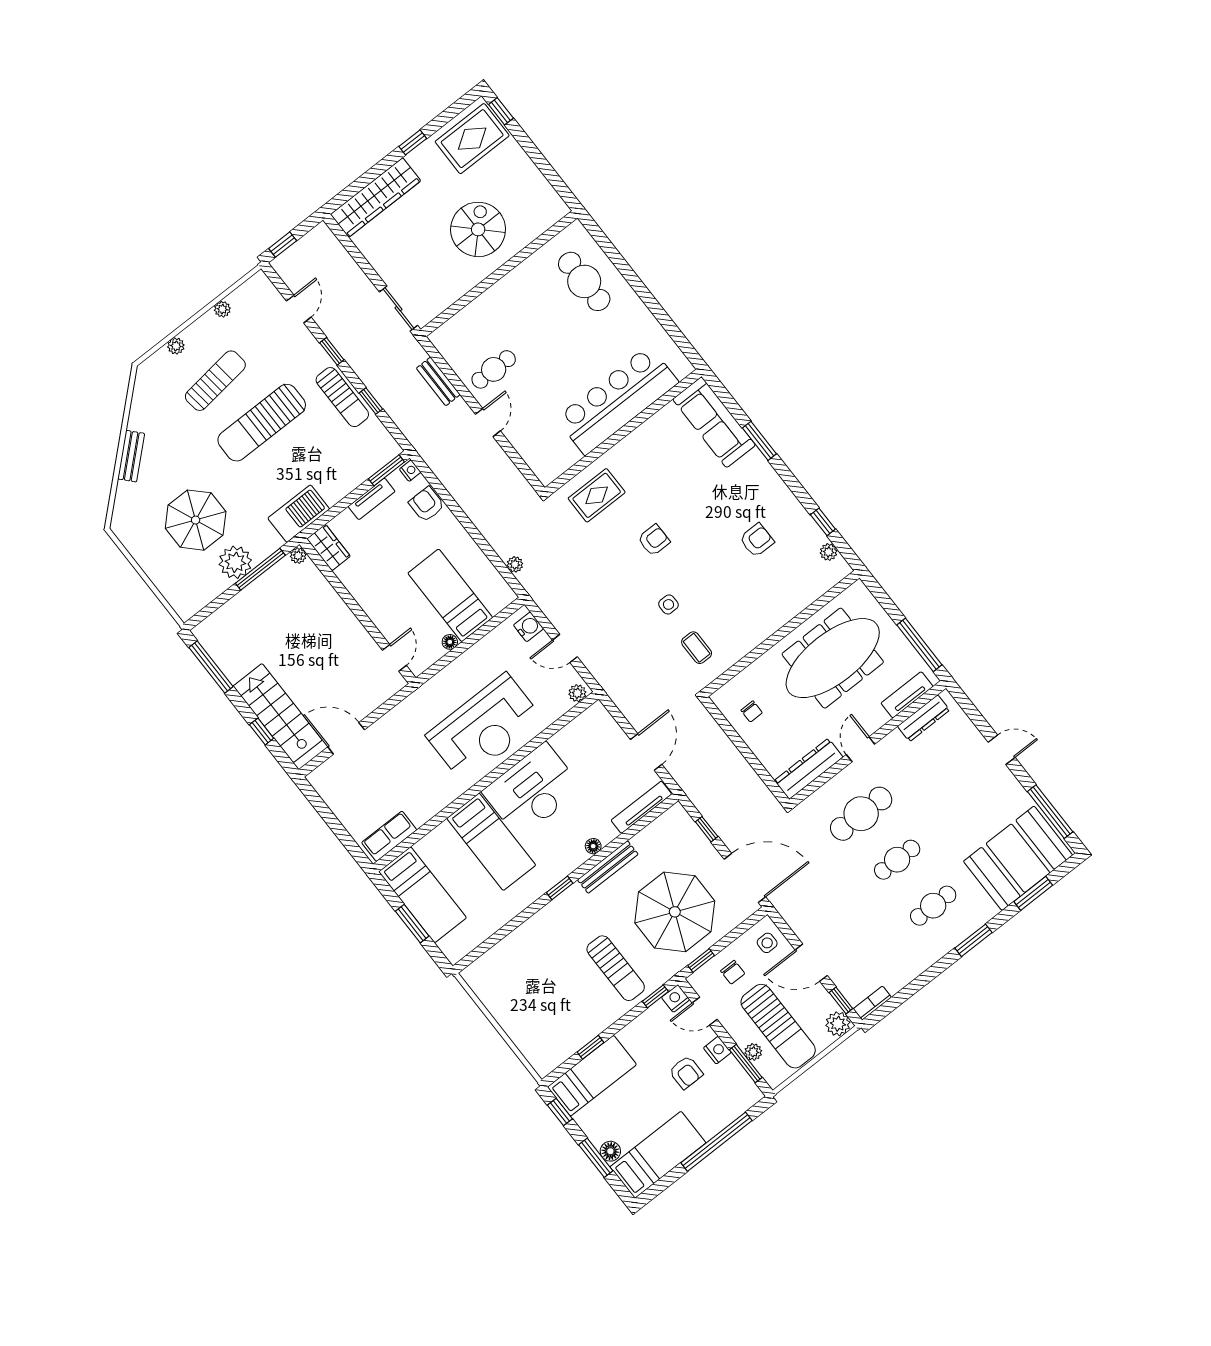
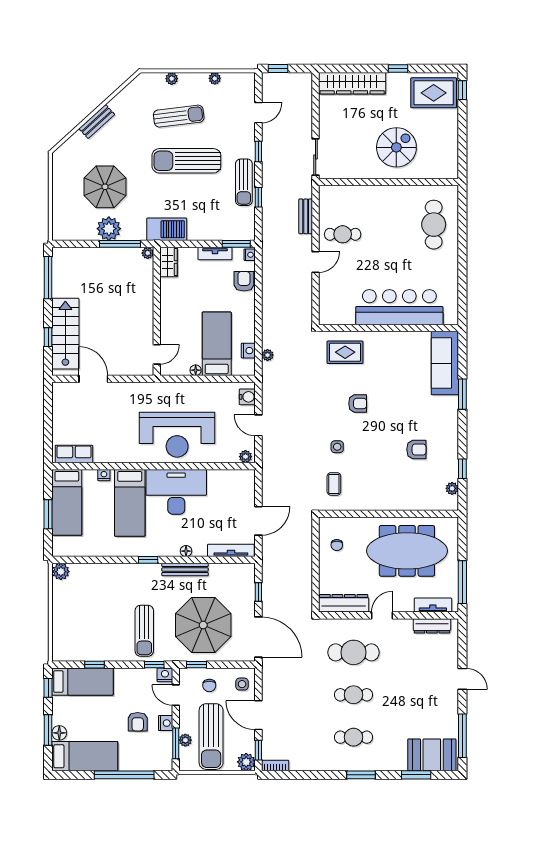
nightstand: (490, 576) -> (248, 351), added
nightstand: (440, 834) -> (104, 475), added
booth: (1018, 858) -> (432, 755), width x0.73, depth x0.70
plant: (475, 975) -> (61, 572), added

